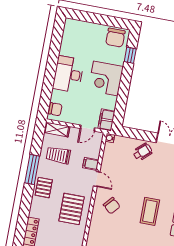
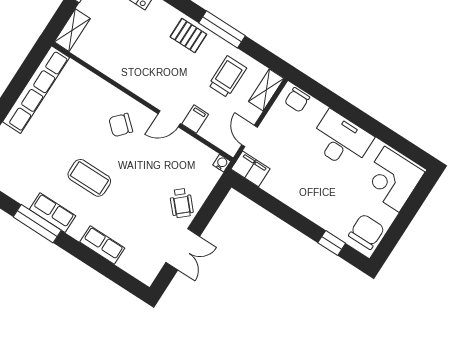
chair: (115, 38) -> (367, 232), turned 90
corner desk: (106, 78) -> (392, 179), moved, turned -90
pallet: (72, 209) -> (140, 64), removed

